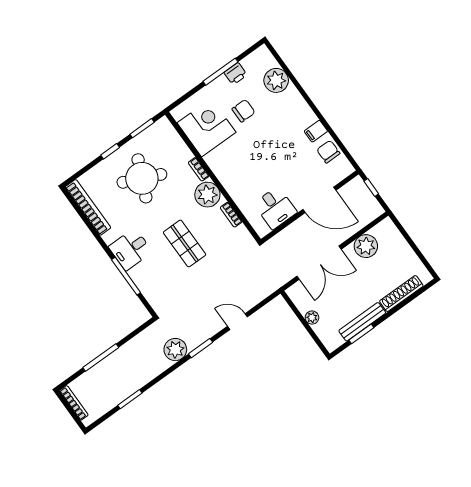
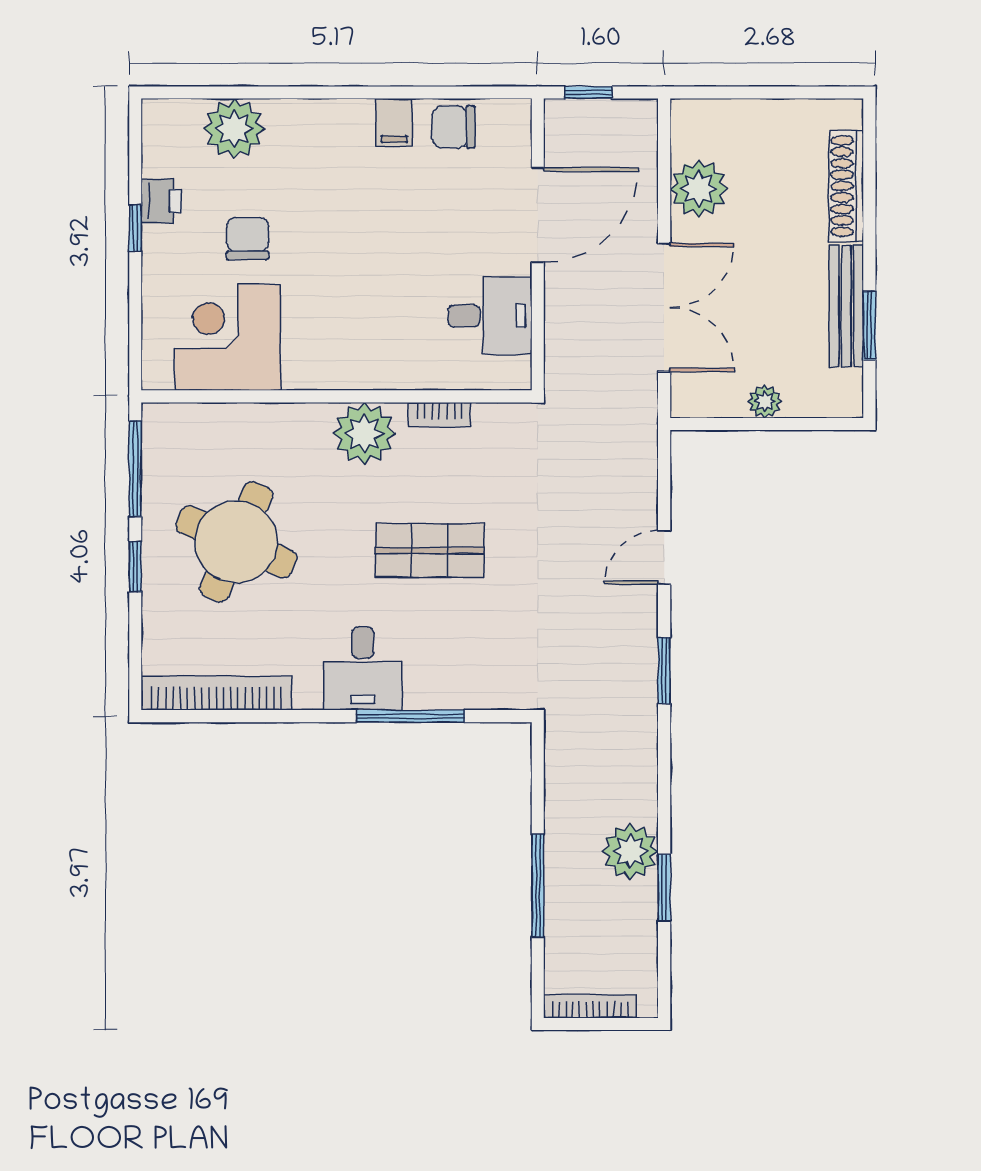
window: (220, 72) -> (135, 228), width x0.46
window: (142, 128) -> (135, 469), width x1.44
bookcase: (199, 169) -> (300, 414), removed
plant: (175, 350) -> (630, 851), moved

